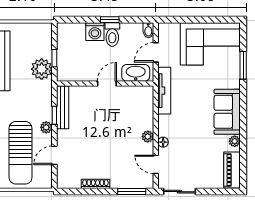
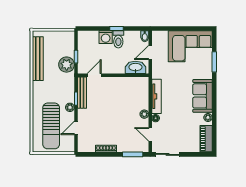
door: (107, 84) -> (94, 75), moved
tv unit: (164, 91) -> (156, 96), moved

